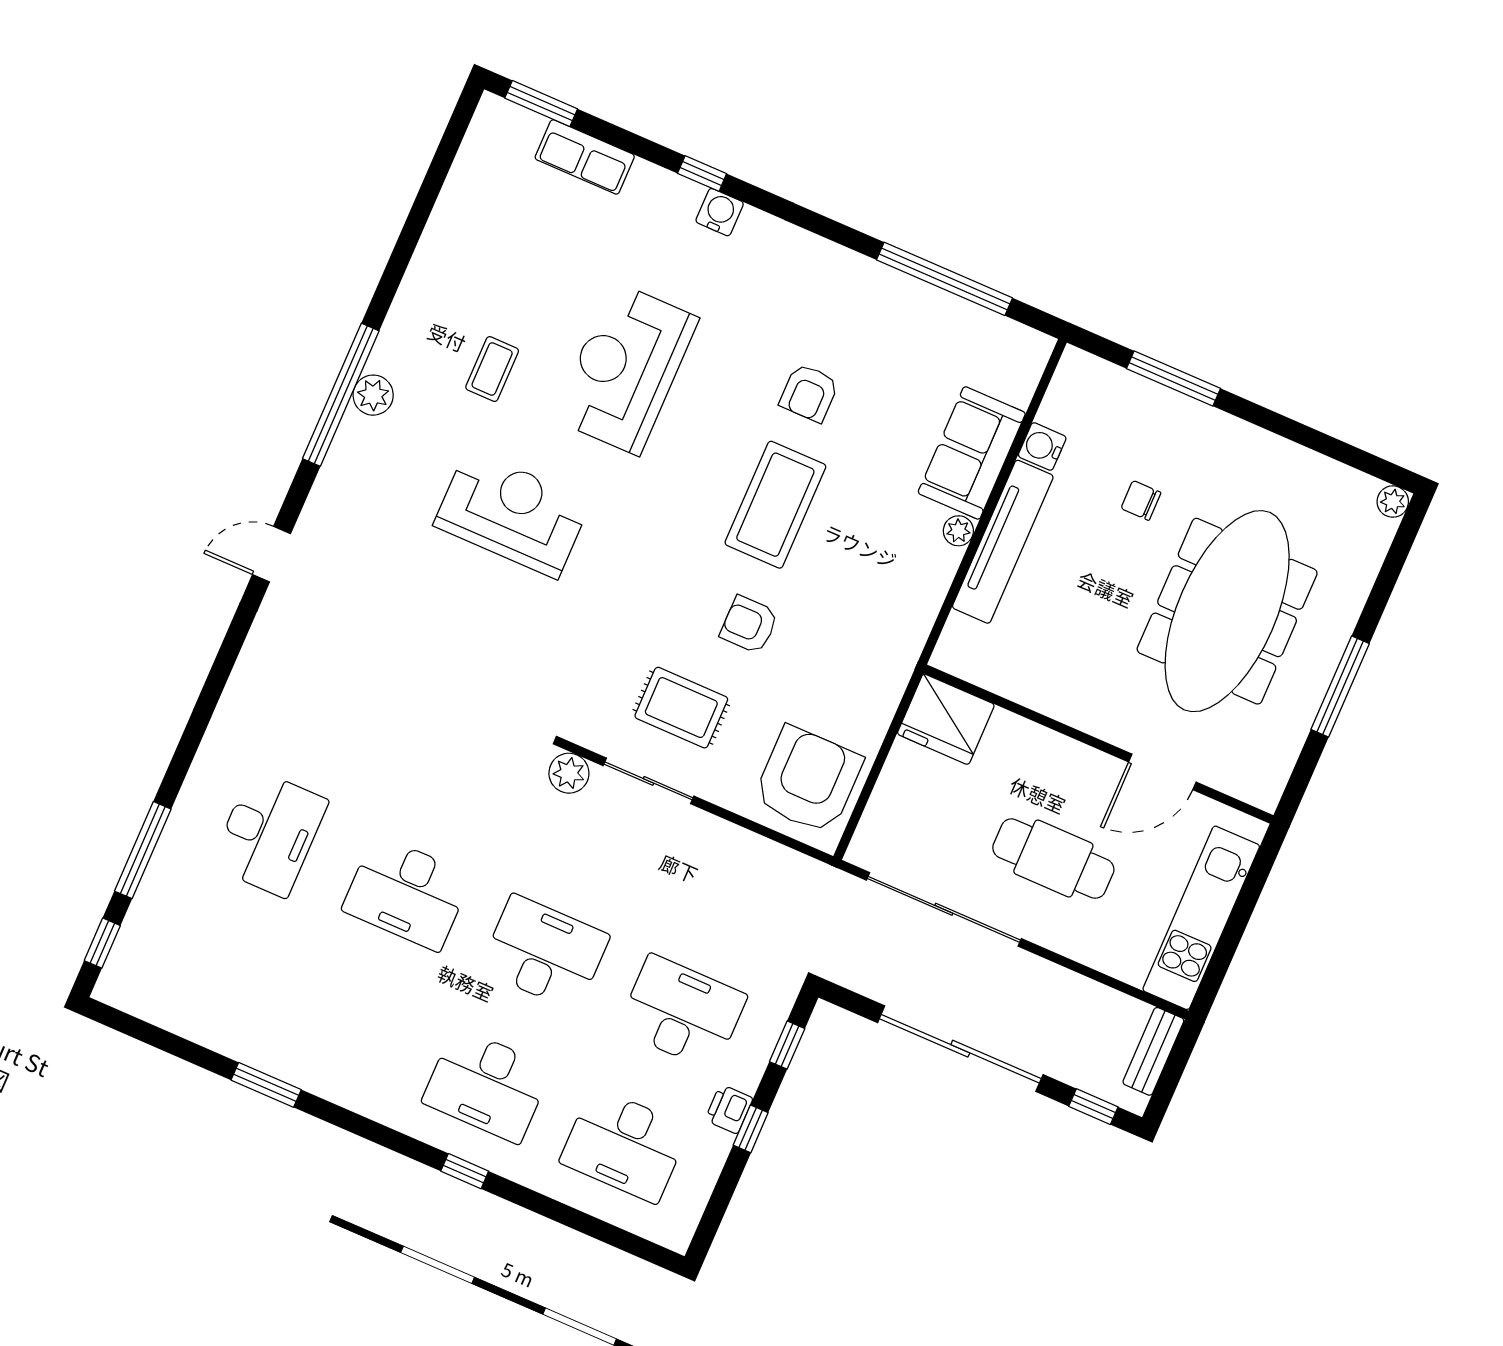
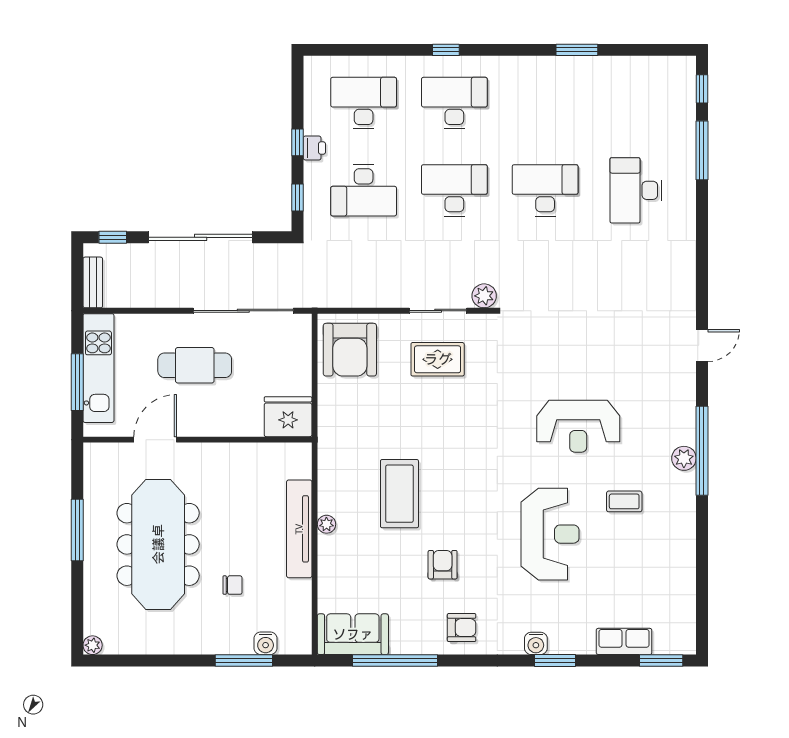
window: (702, 174) -> (555, 661), width x1.50
coffee table: (492, 369) -> (624, 501), turned 90
water cooler: (1042, 447) -> (266, 643), moved, turned 90
sofa: (972, 453) -> (353, 634), moved, turned -90
coffee table: (775, 505) -> (399, 494), moved
armchair: (749, 625) -> (462, 628), moved
window: (1243, 911) -> (77, 382), added
desk: (545, 953) -> (454, 190), turned 180

